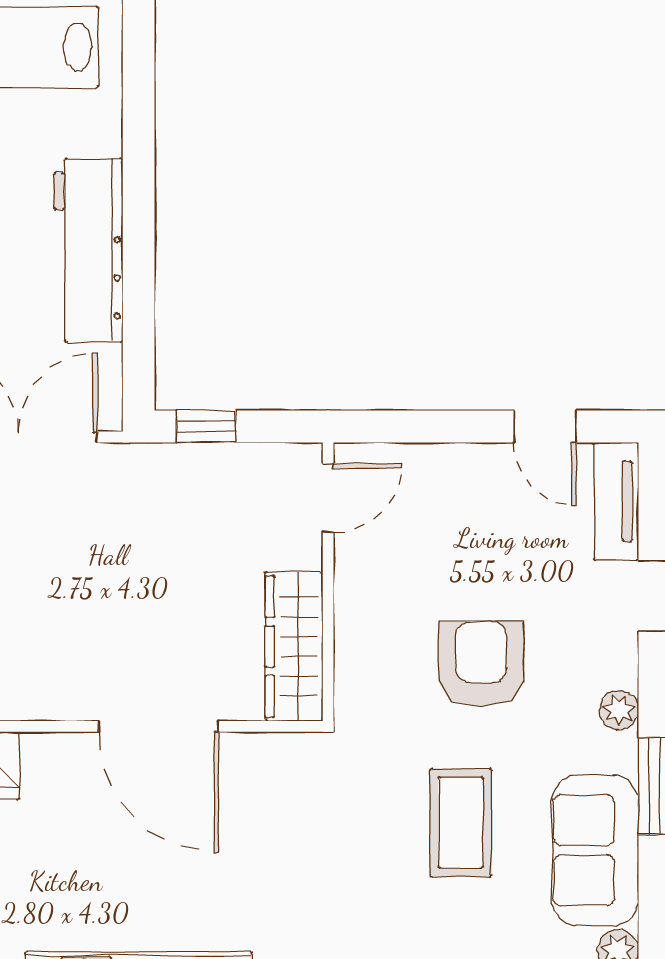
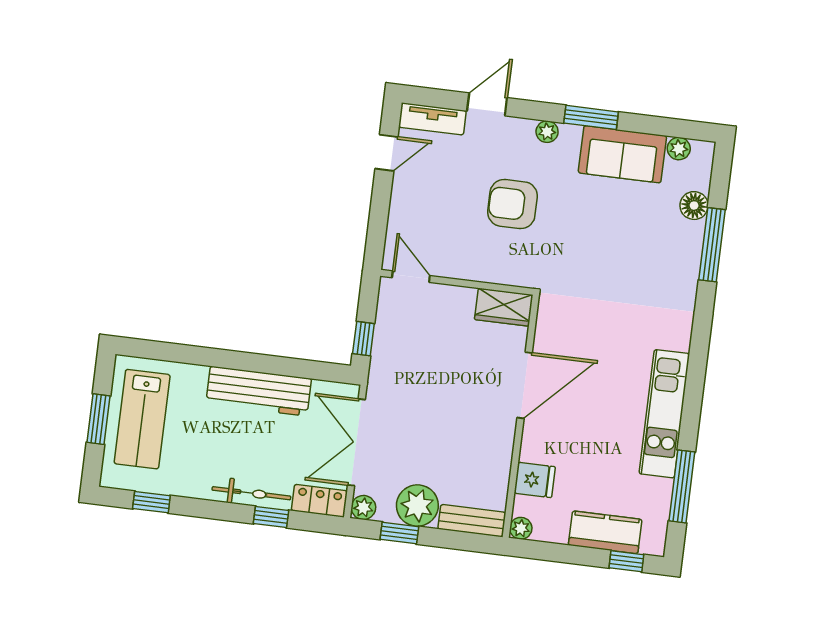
wardrobe: (294, 647) -> (504, 307), width x0.67
coffee table: (461, 823) -> (598, 226), removed

